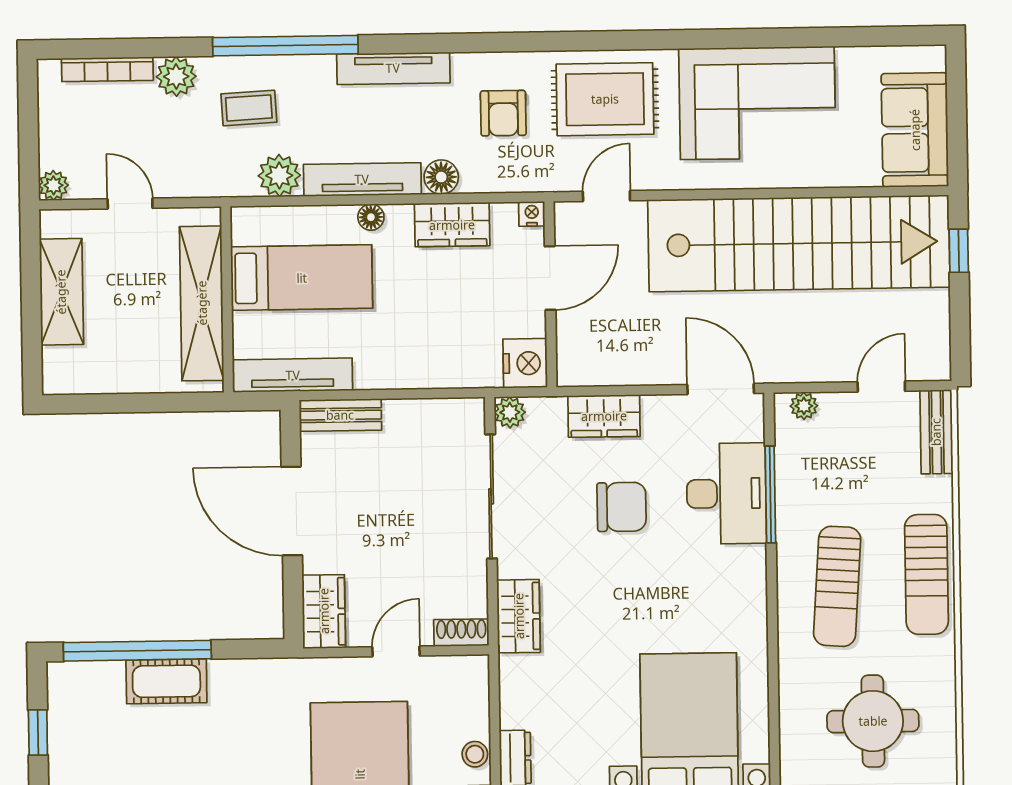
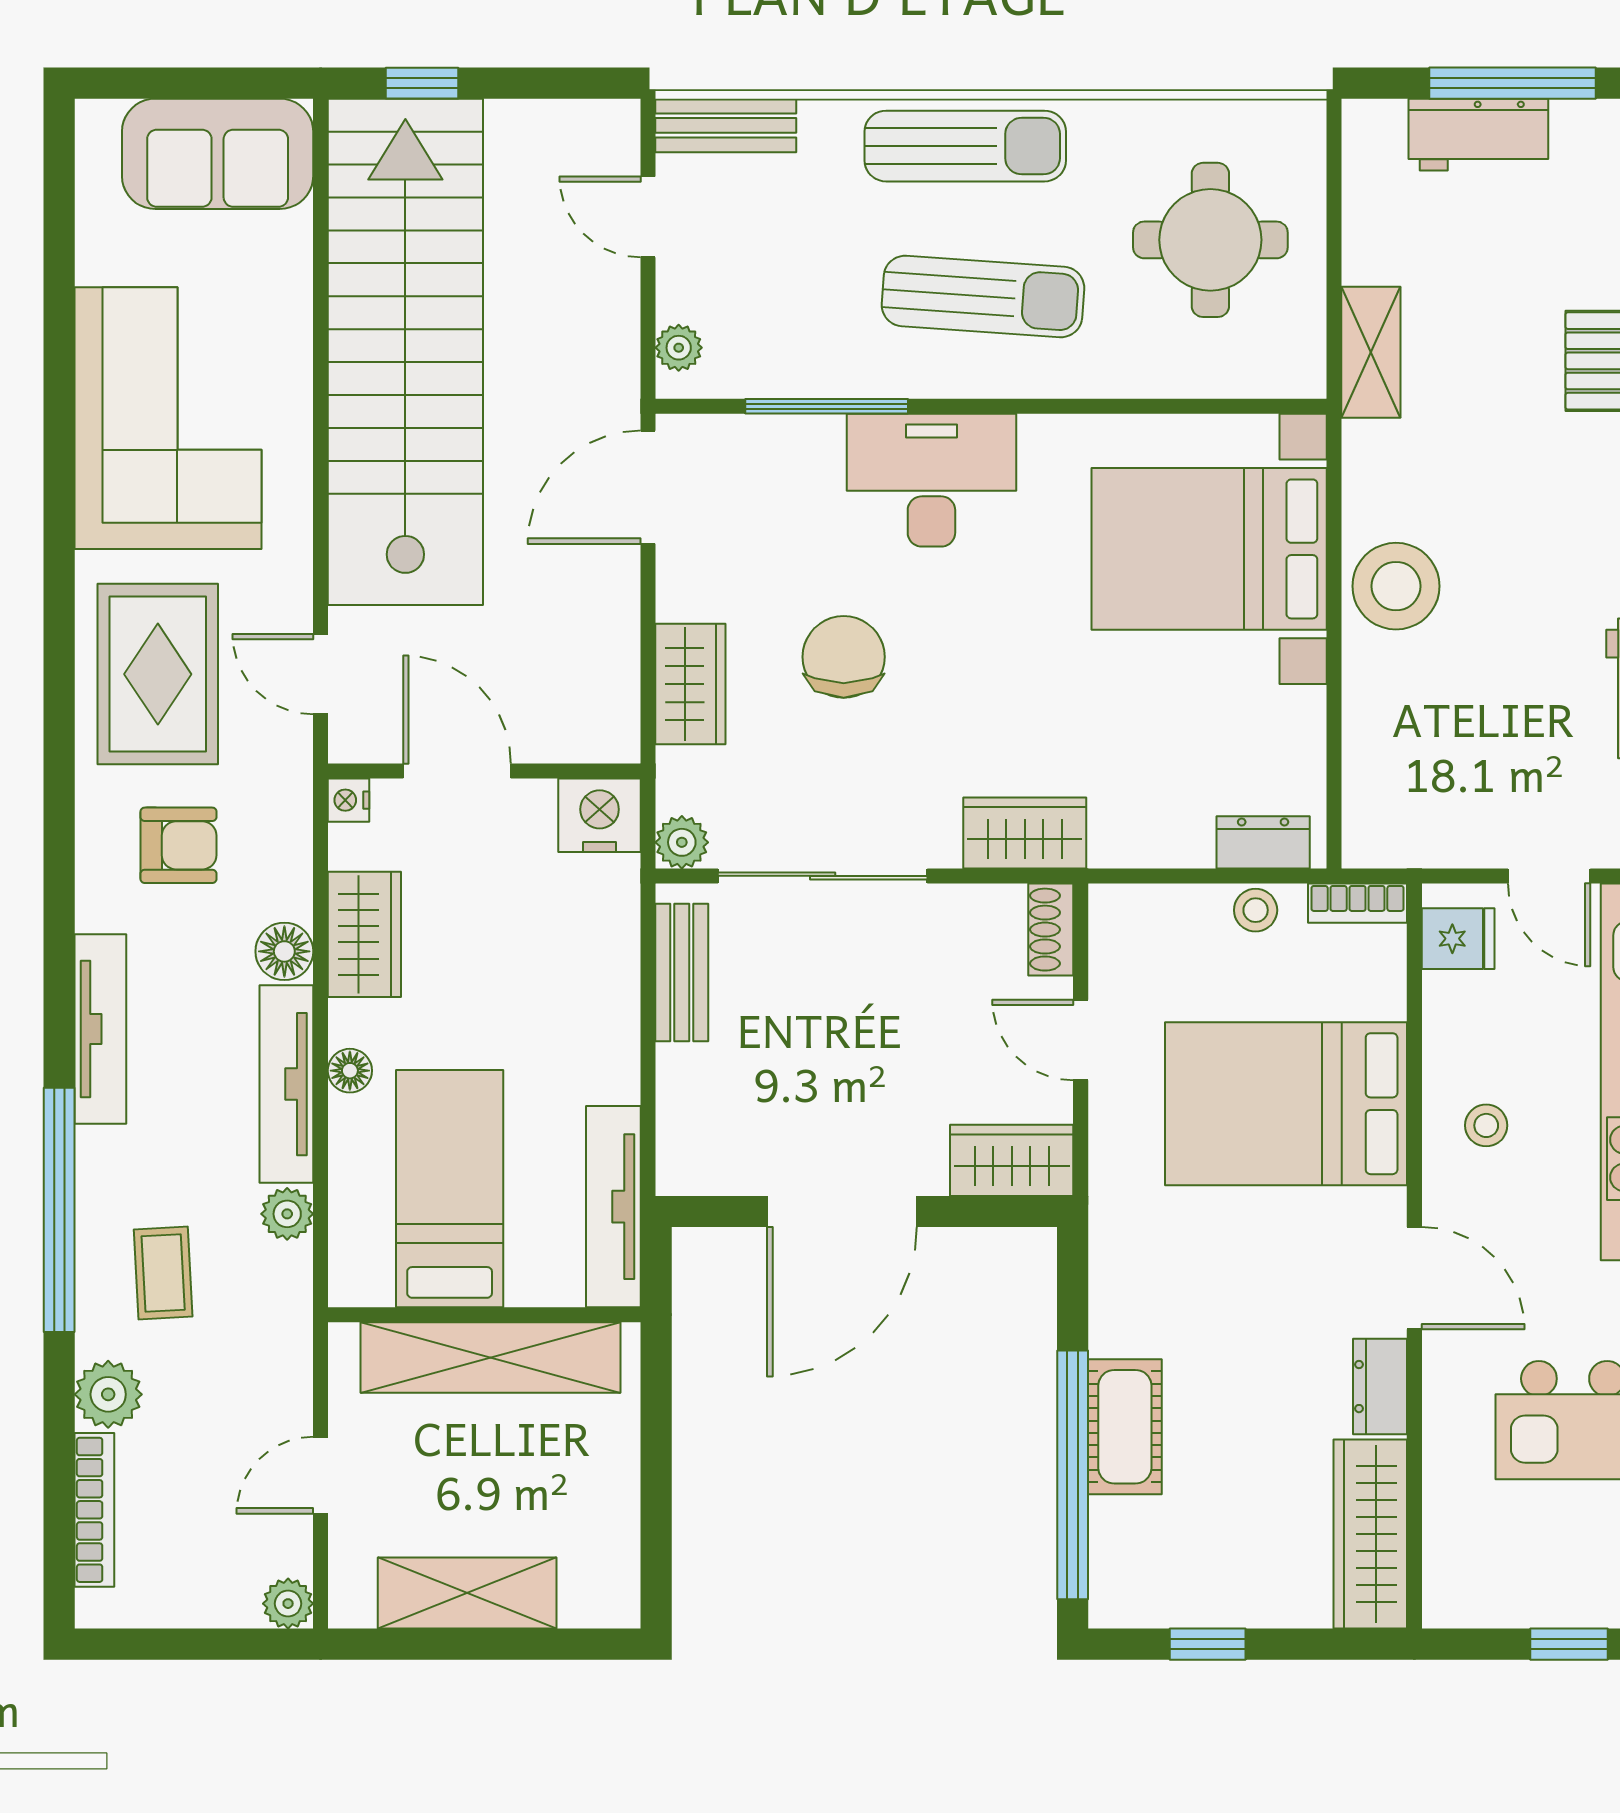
plant: (279, 175) -> (287, 1214), width x0.73, depth x0.73
bench: (340, 415) -> (682, 972), moved
desk: (726, 493) -> (931, 480), moved

